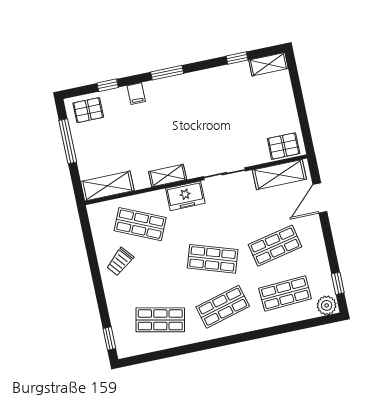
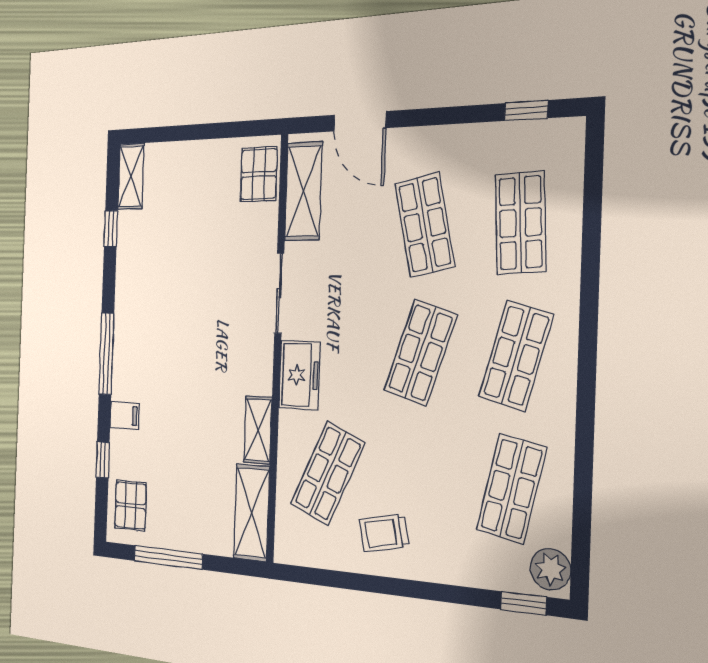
window: (167, 73) -> (106, 354), width x1.44
shelving: (168, 175) -> (258, 430), moved
trolley: (120, 262) -> (384, 533), turned 118
plant: (327, 305) -> (550, 569), moved
shop shelf: (223, 307) -> (516, 356), turned 30

